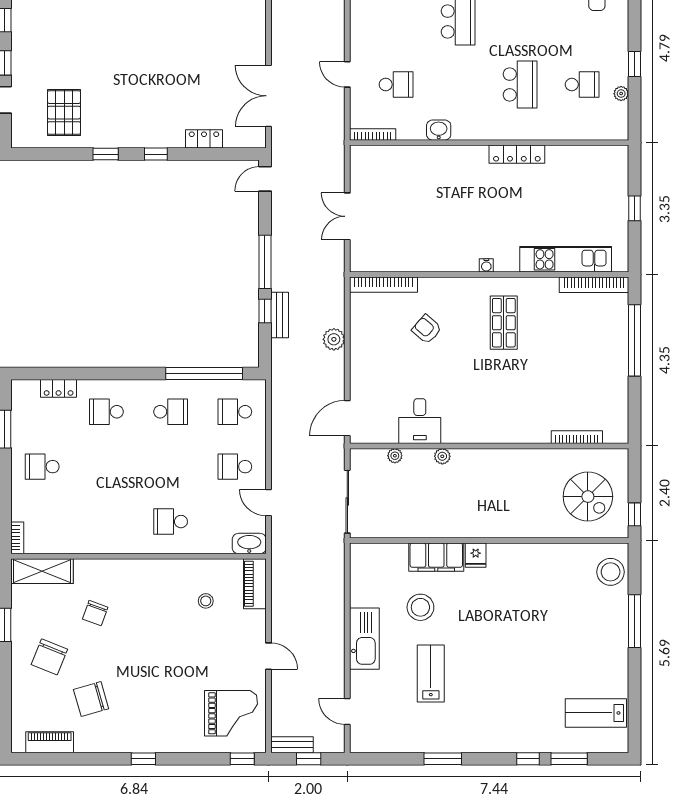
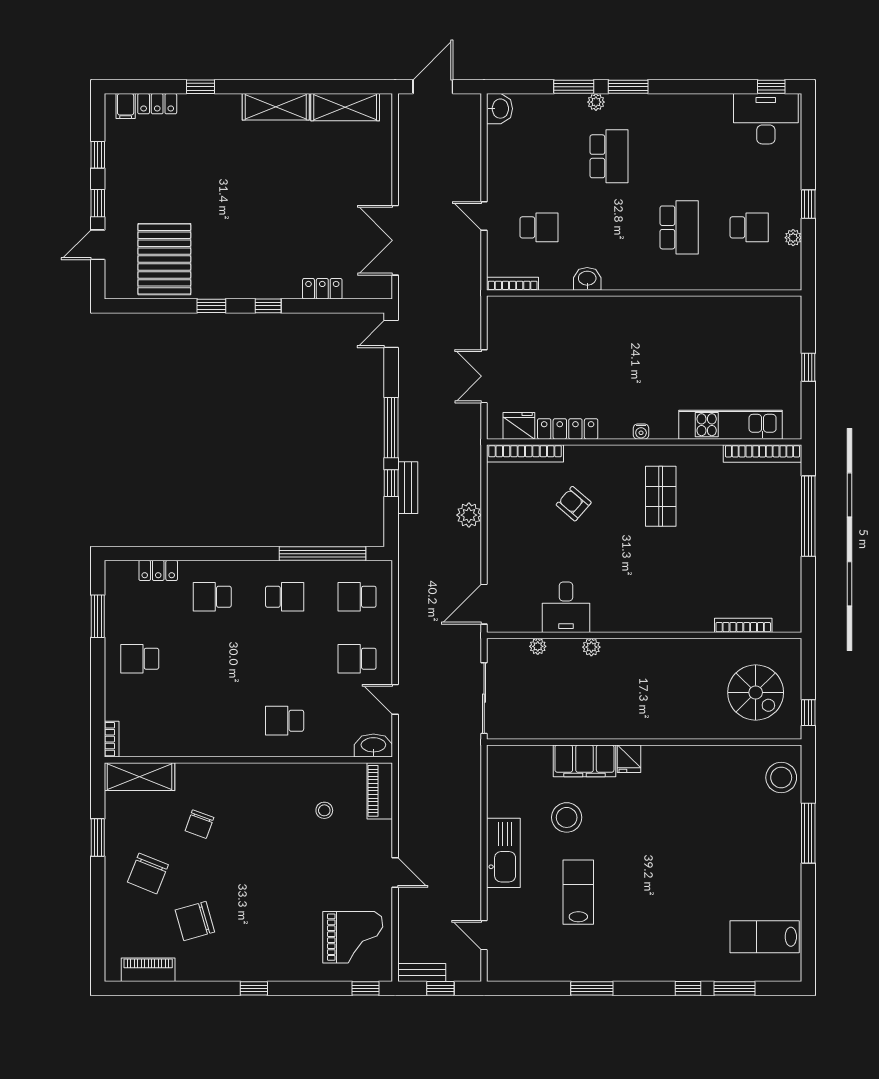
pallet: (64, 113) -> (164, 259), width x1.37, depth x1.41
locker: (517, 154) -> (568, 429), moved, turned 180
fridge: (378, 260) -> (519, 426), added

